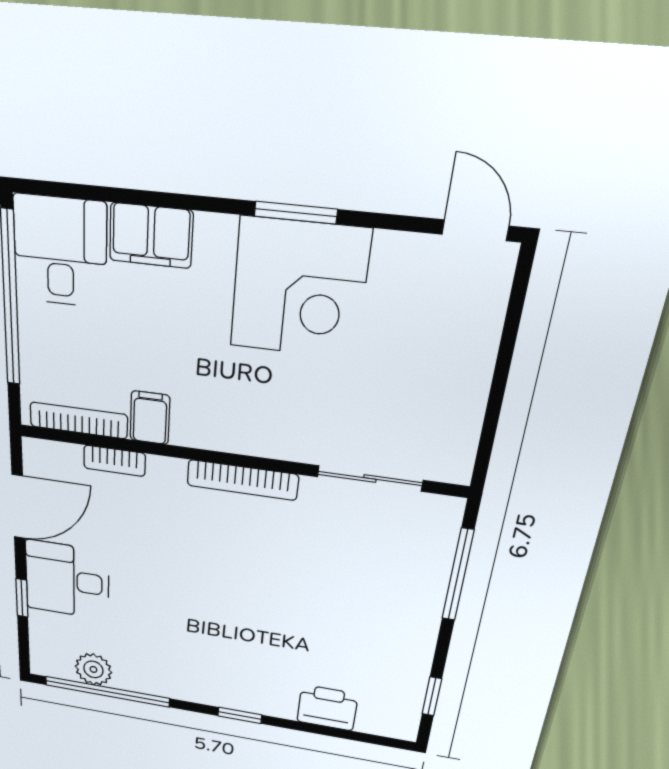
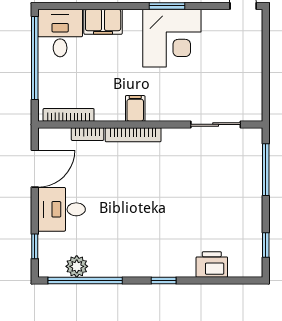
filing cabinet: (150, 418) -> (135, 108), moved
bookcase: (242, 480) -> (133, 135), moved
window: (22, 598) -> (35, 246), moved

